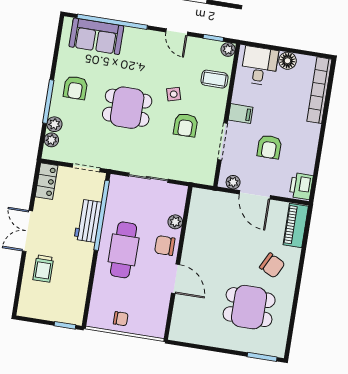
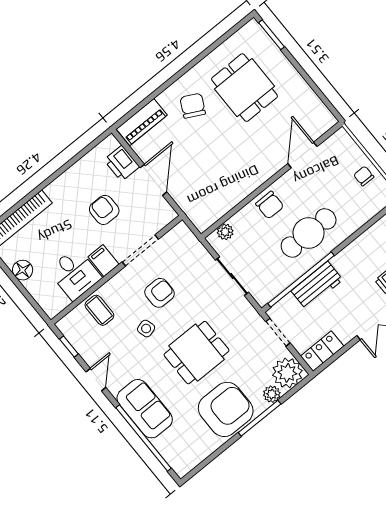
sofa: (96, 36) -> (145, 409), moved
plant: (228, 49) -> (65, 325), removed
desk: (259, 66) -> (75, 274), moved, turned -90
armchair: (75, 88) -> (226, 409), width x1.88, depth x1.88
dining table: (127, 108) -> (196, 353), turned 90
plant: (51, 140) -> (287, 373), width x1.87, depth x1.87
armchair: (269, 147) -> (104, 210), turned -90
plant: (233, 182) -> (162, 207), removed
printer: (301, 186) -> (122, 163), moved, turned 90
plant: (175, 222) -> (225, 232), moved
door: (175, 279) -> (302, 155), moved

